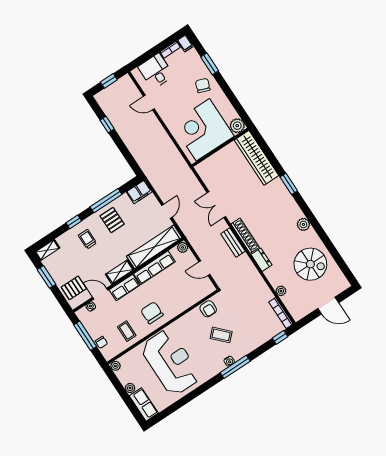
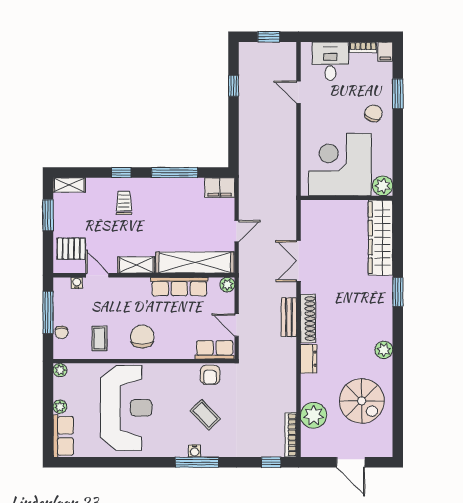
pallet: (112, 220) -> (167, 199), removed
row of seats: (124, 288) -> (215, 350), moved, turned 180
plant: (281, 291) -> (314, 415), width x1.88, depth x1.88

